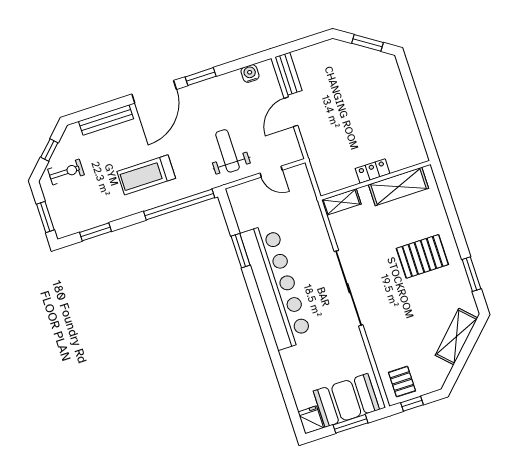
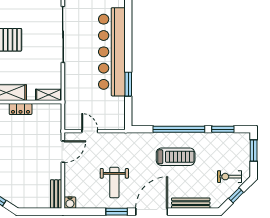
water cooler: (250, 74) -> (70, 203), moved
door: (291, 112) -> (63, 152), moved
weight bench: (227, 151) -> (114, 183), moved
window: (179, 204) -> (179, 129), moved

